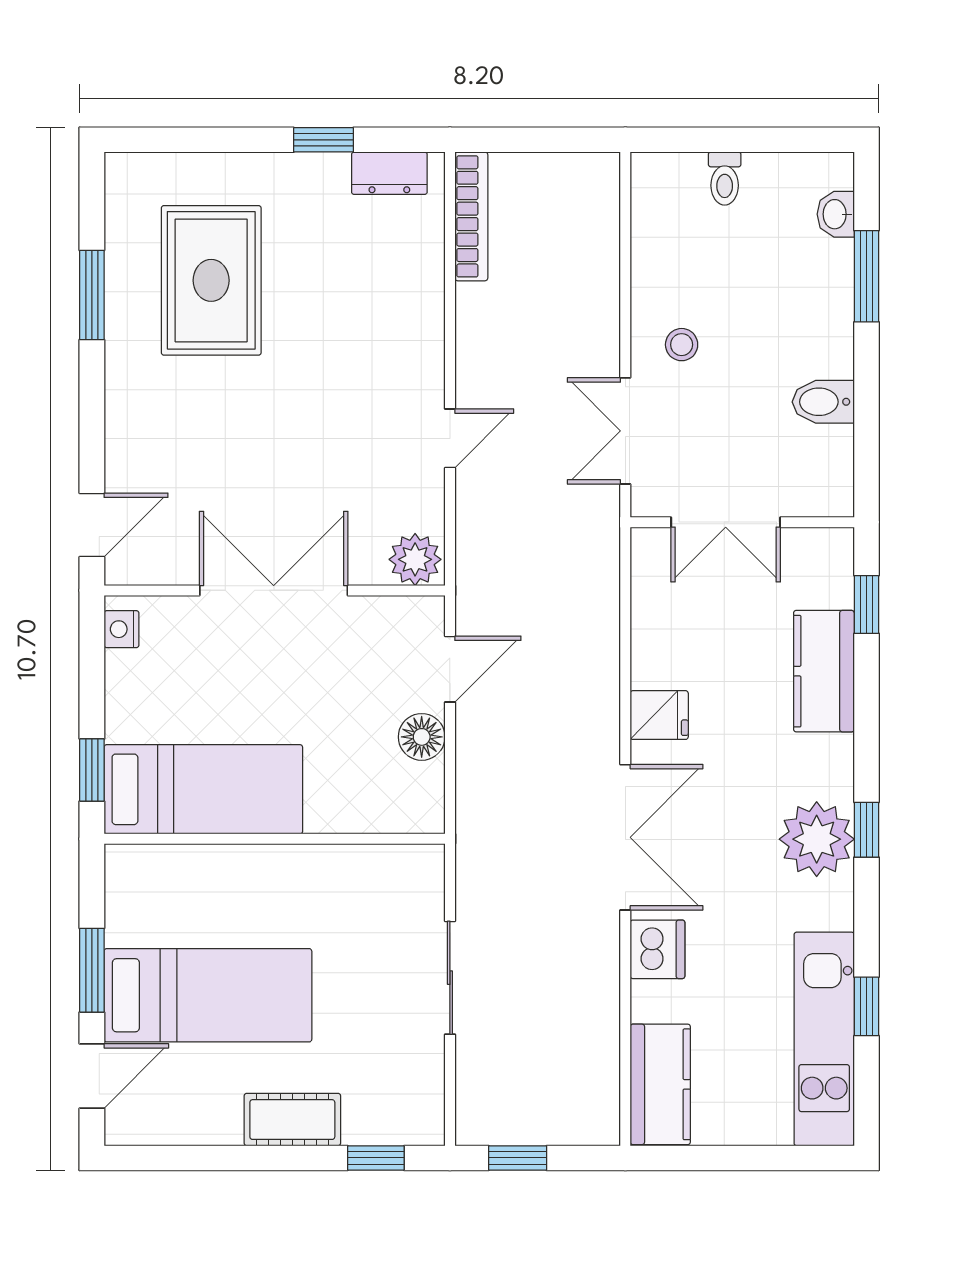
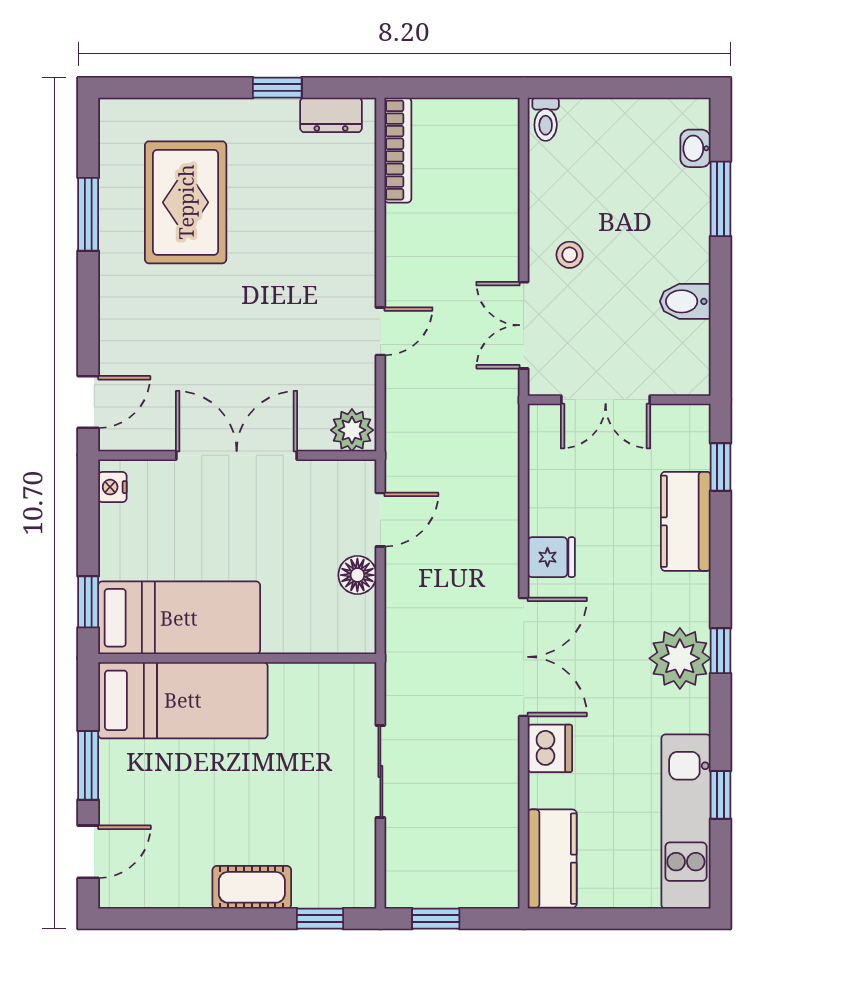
toilet: (725, 178) -> (546, 119), moved
bed: (208, 995) -> (183, 700), moved

